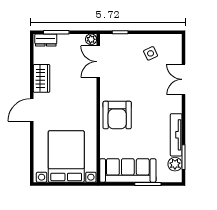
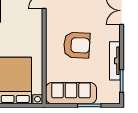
armchair: (117, 115) -> (77, 45), moved, turned -87
plant: (175, 164) -> (114, 87), removed

